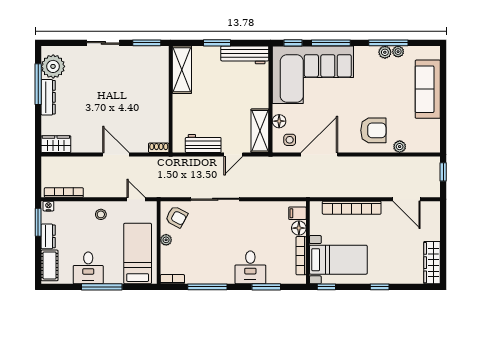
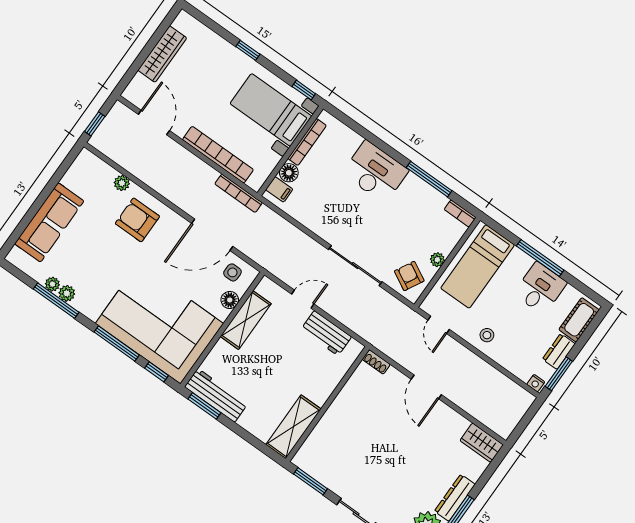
window: (217, 43) -> (204, 406), moved
shelving: (260, 131) -> (246, 320), moved
bookcase: (64, 193) -> (239, 193), moved
wardrobe: (432, 263) -> (162, 54), moved
desk: (250, 267) -> (375, 172), width x1.37
window: (266, 287) -> (367, 135), removed

